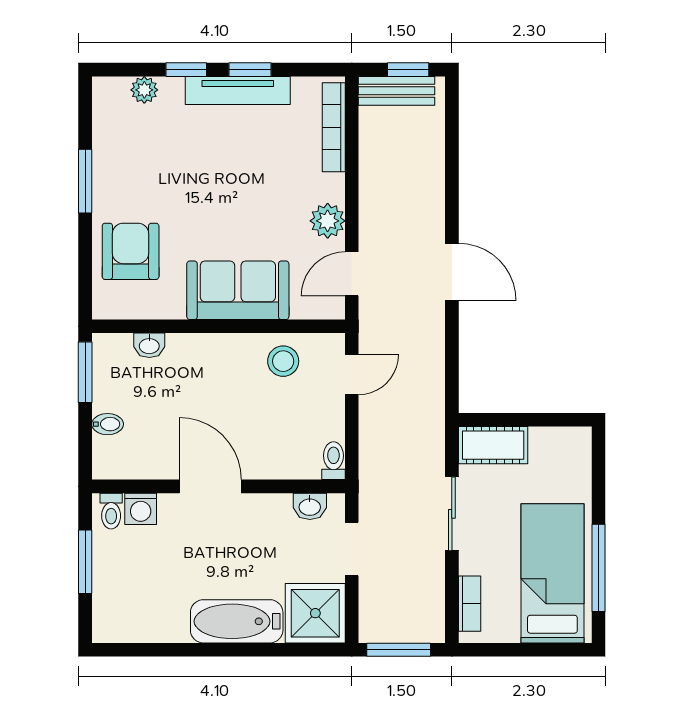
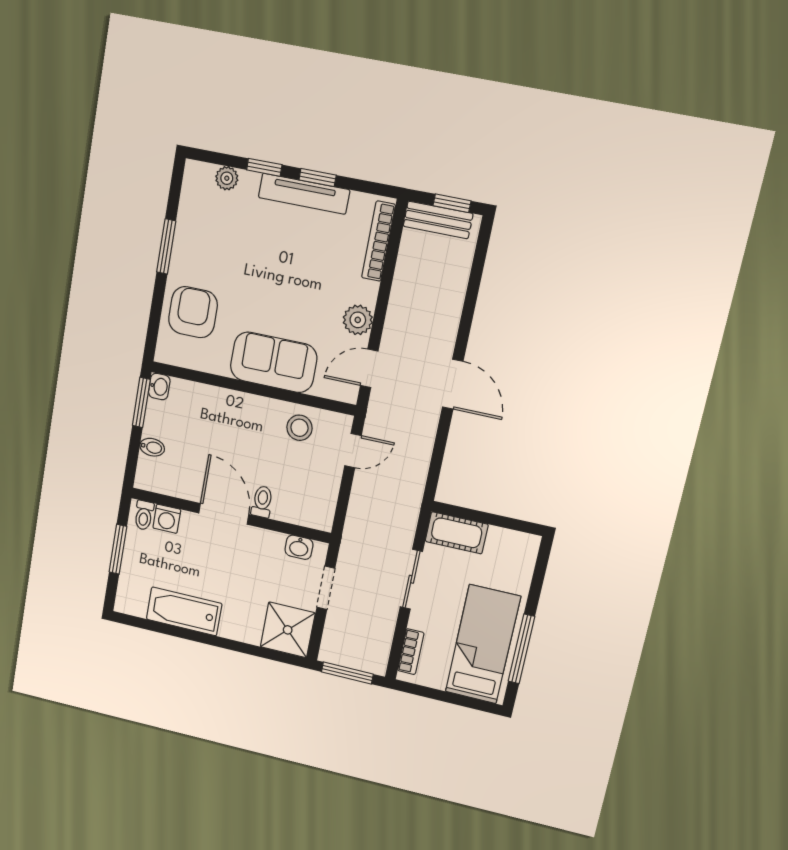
washbasin: (149, 345) -> (159, 387), moved, turned -90
toilet: (333, 461) -> (262, 502), moved
bathtub: (237, 621) -> (184, 611), moved

